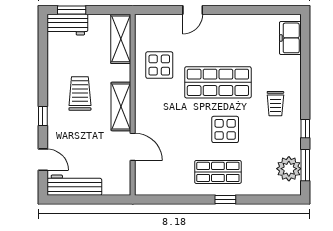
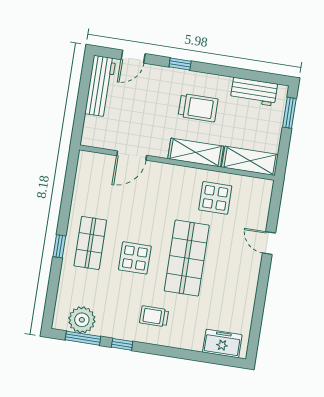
workbench: (67, 25) -> (254, 92), moved, turned -90
shelving: (121, 106) -> (196, 153), moved

